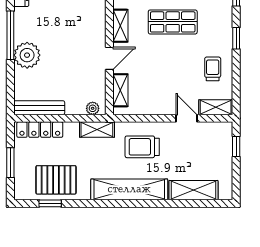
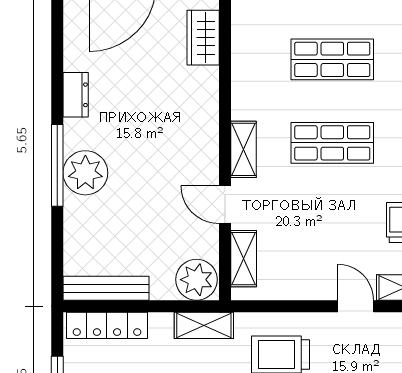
plant: (27, 55) -> (85, 173), moved
door: (109, 58) -> (225, 205), swing flipped
plant: (93, 108) -> (197, 280), width x1.87, depth x1.87

